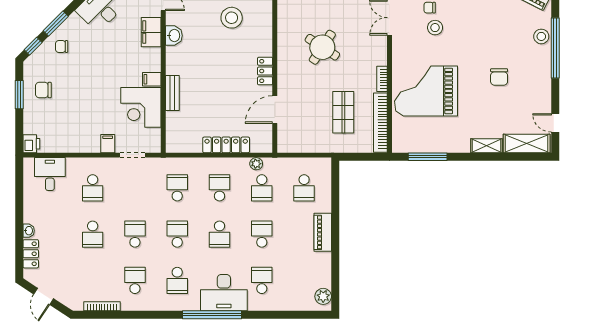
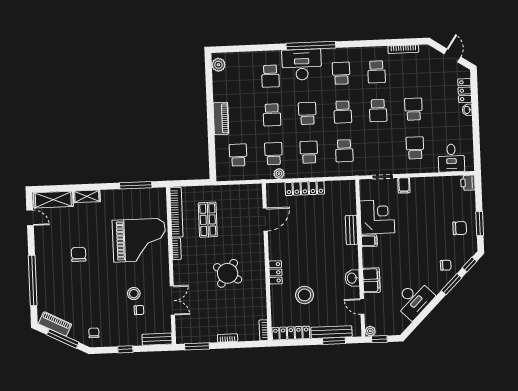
stool: (541, 36) -> (45, 290), removed
locker: (265, 71) -> (275, 272), moved
school desk: (219, 188) -> (309, 152), turned 180

